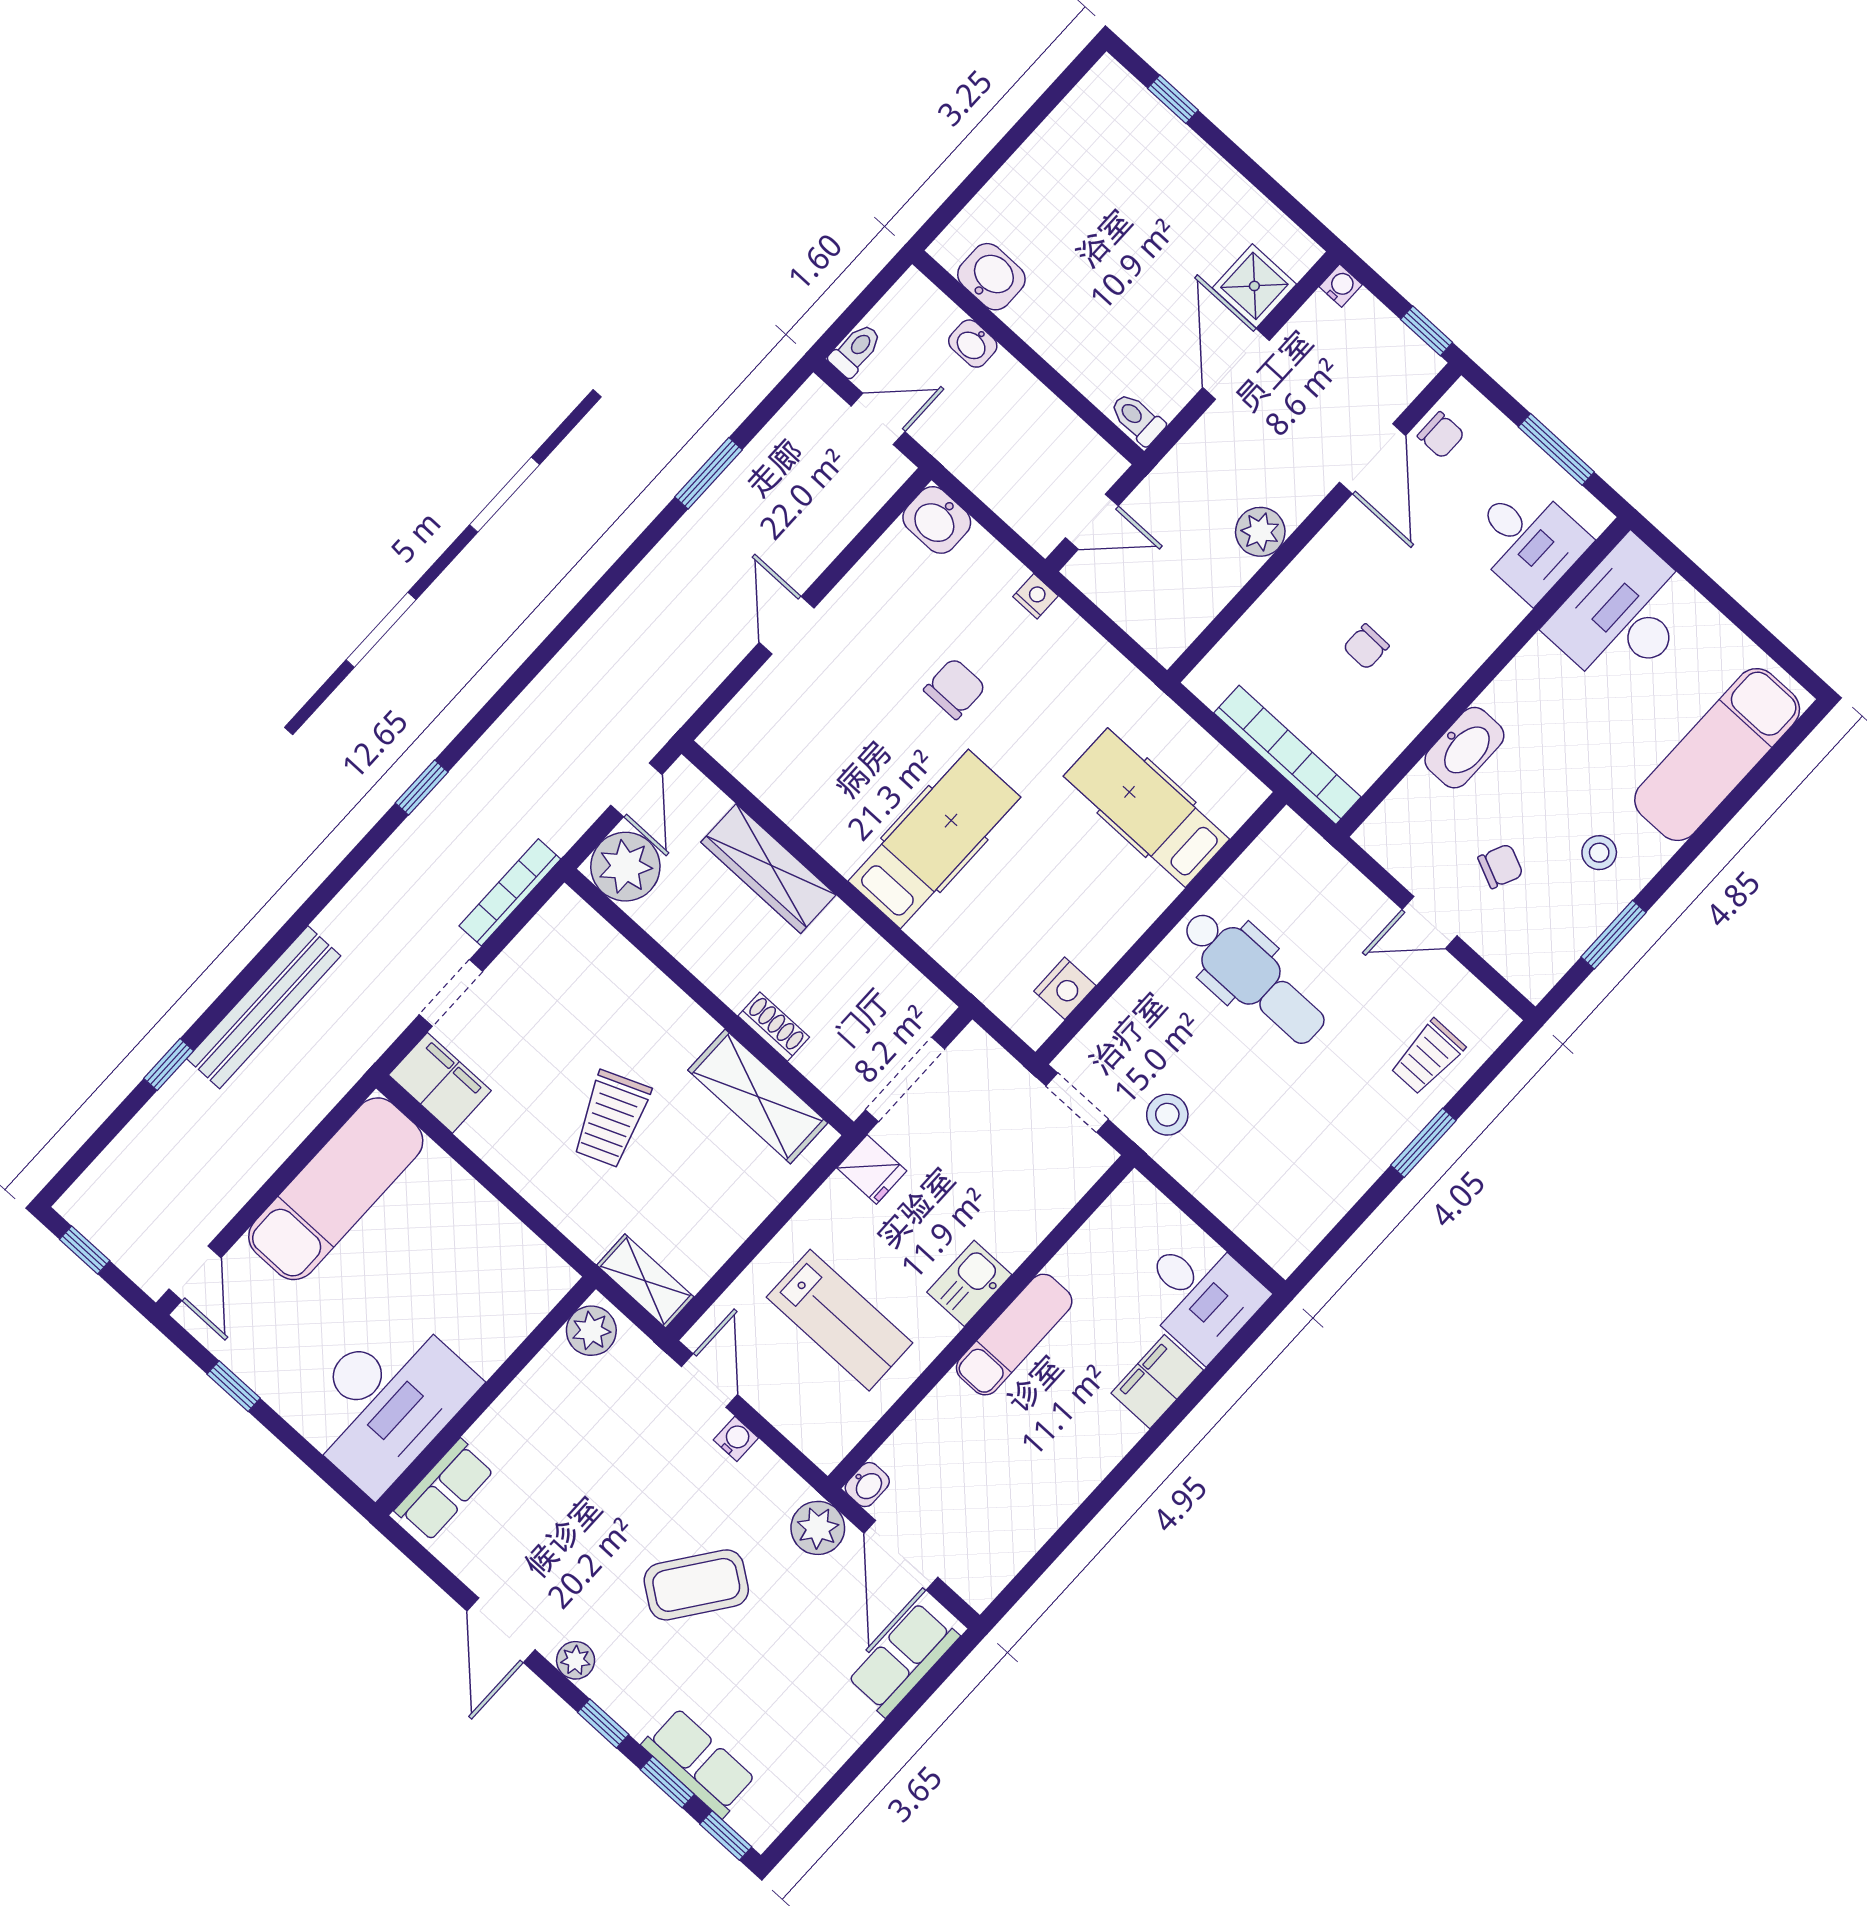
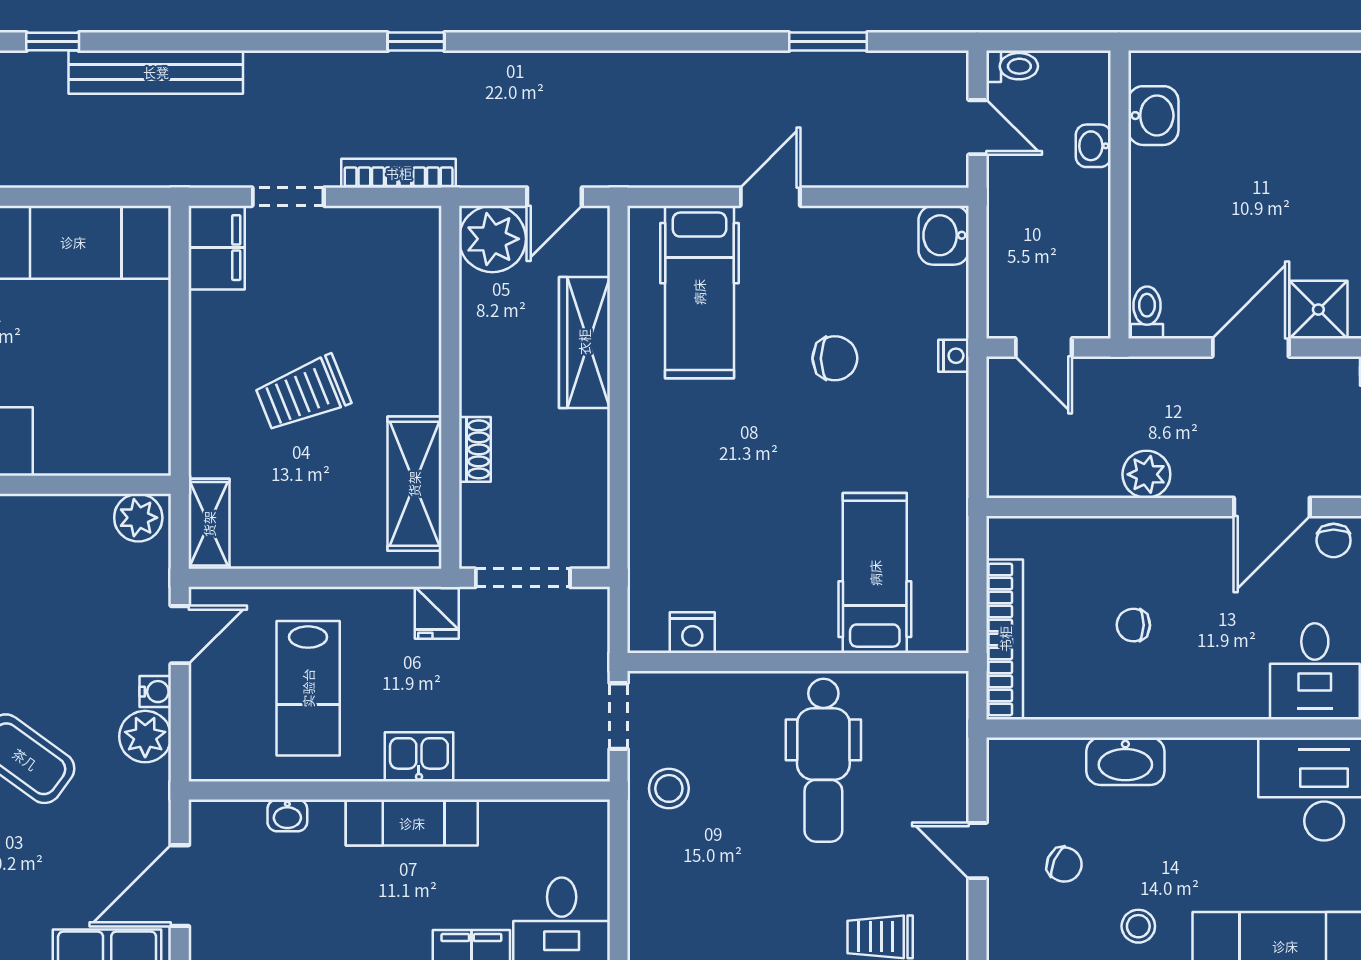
hospital bed: (934, 839) -> (699, 292), moved, turned 90
washbasin: (867, 1485) -> (287, 815), moved
plant: (818, 1528) -> (145, 737), moved

